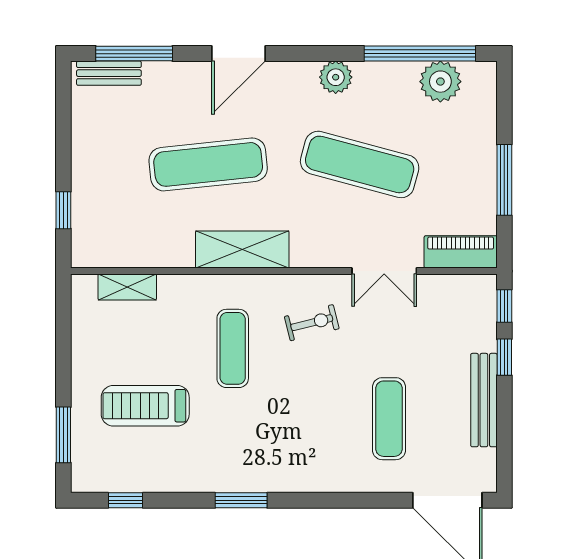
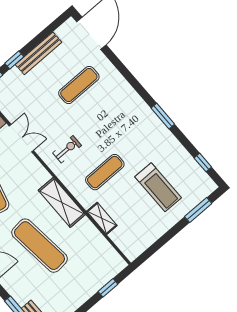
shelving: (127, 287) -> (102, 218), moved
exercise bike: (312, 323) -> (67, 149), turned 104

